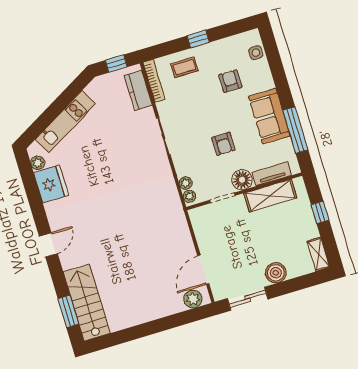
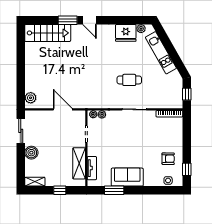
window: (198, 39) -> (187, 169), moved
coffee table: (184, 67) -> (172, 135), removed
armchair: (230, 81) -> (168, 159), moved
kitchen counter: (138, 90) -> (167, 103), removed
window: (295, 130) -> (114, 190), width x0.69
armchair: (223, 144) -> (119, 144), removed
cafe table: (121, 157) -> (129, 80), added
floor lamp: (242, 180) -> (94, 149), removed
door: (203, 270) -> (63, 109), moved
window: (68, 311) -> (68, 20), moved

